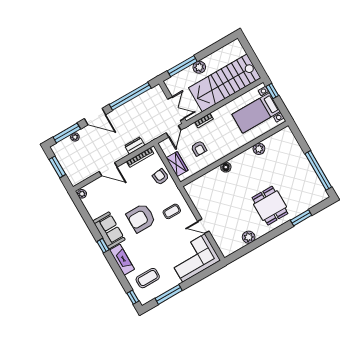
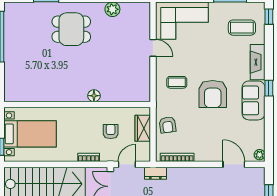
dresser: (135, 145) -> (155, 173), moved
plant: (259, 149) -> (49, 95), removed
door: (108, 169) -> (234, 164), moved
dining table: (270, 206) -> (71, 29), turned 90
armchair: (141, 218) -> (213, 94), turned 90

